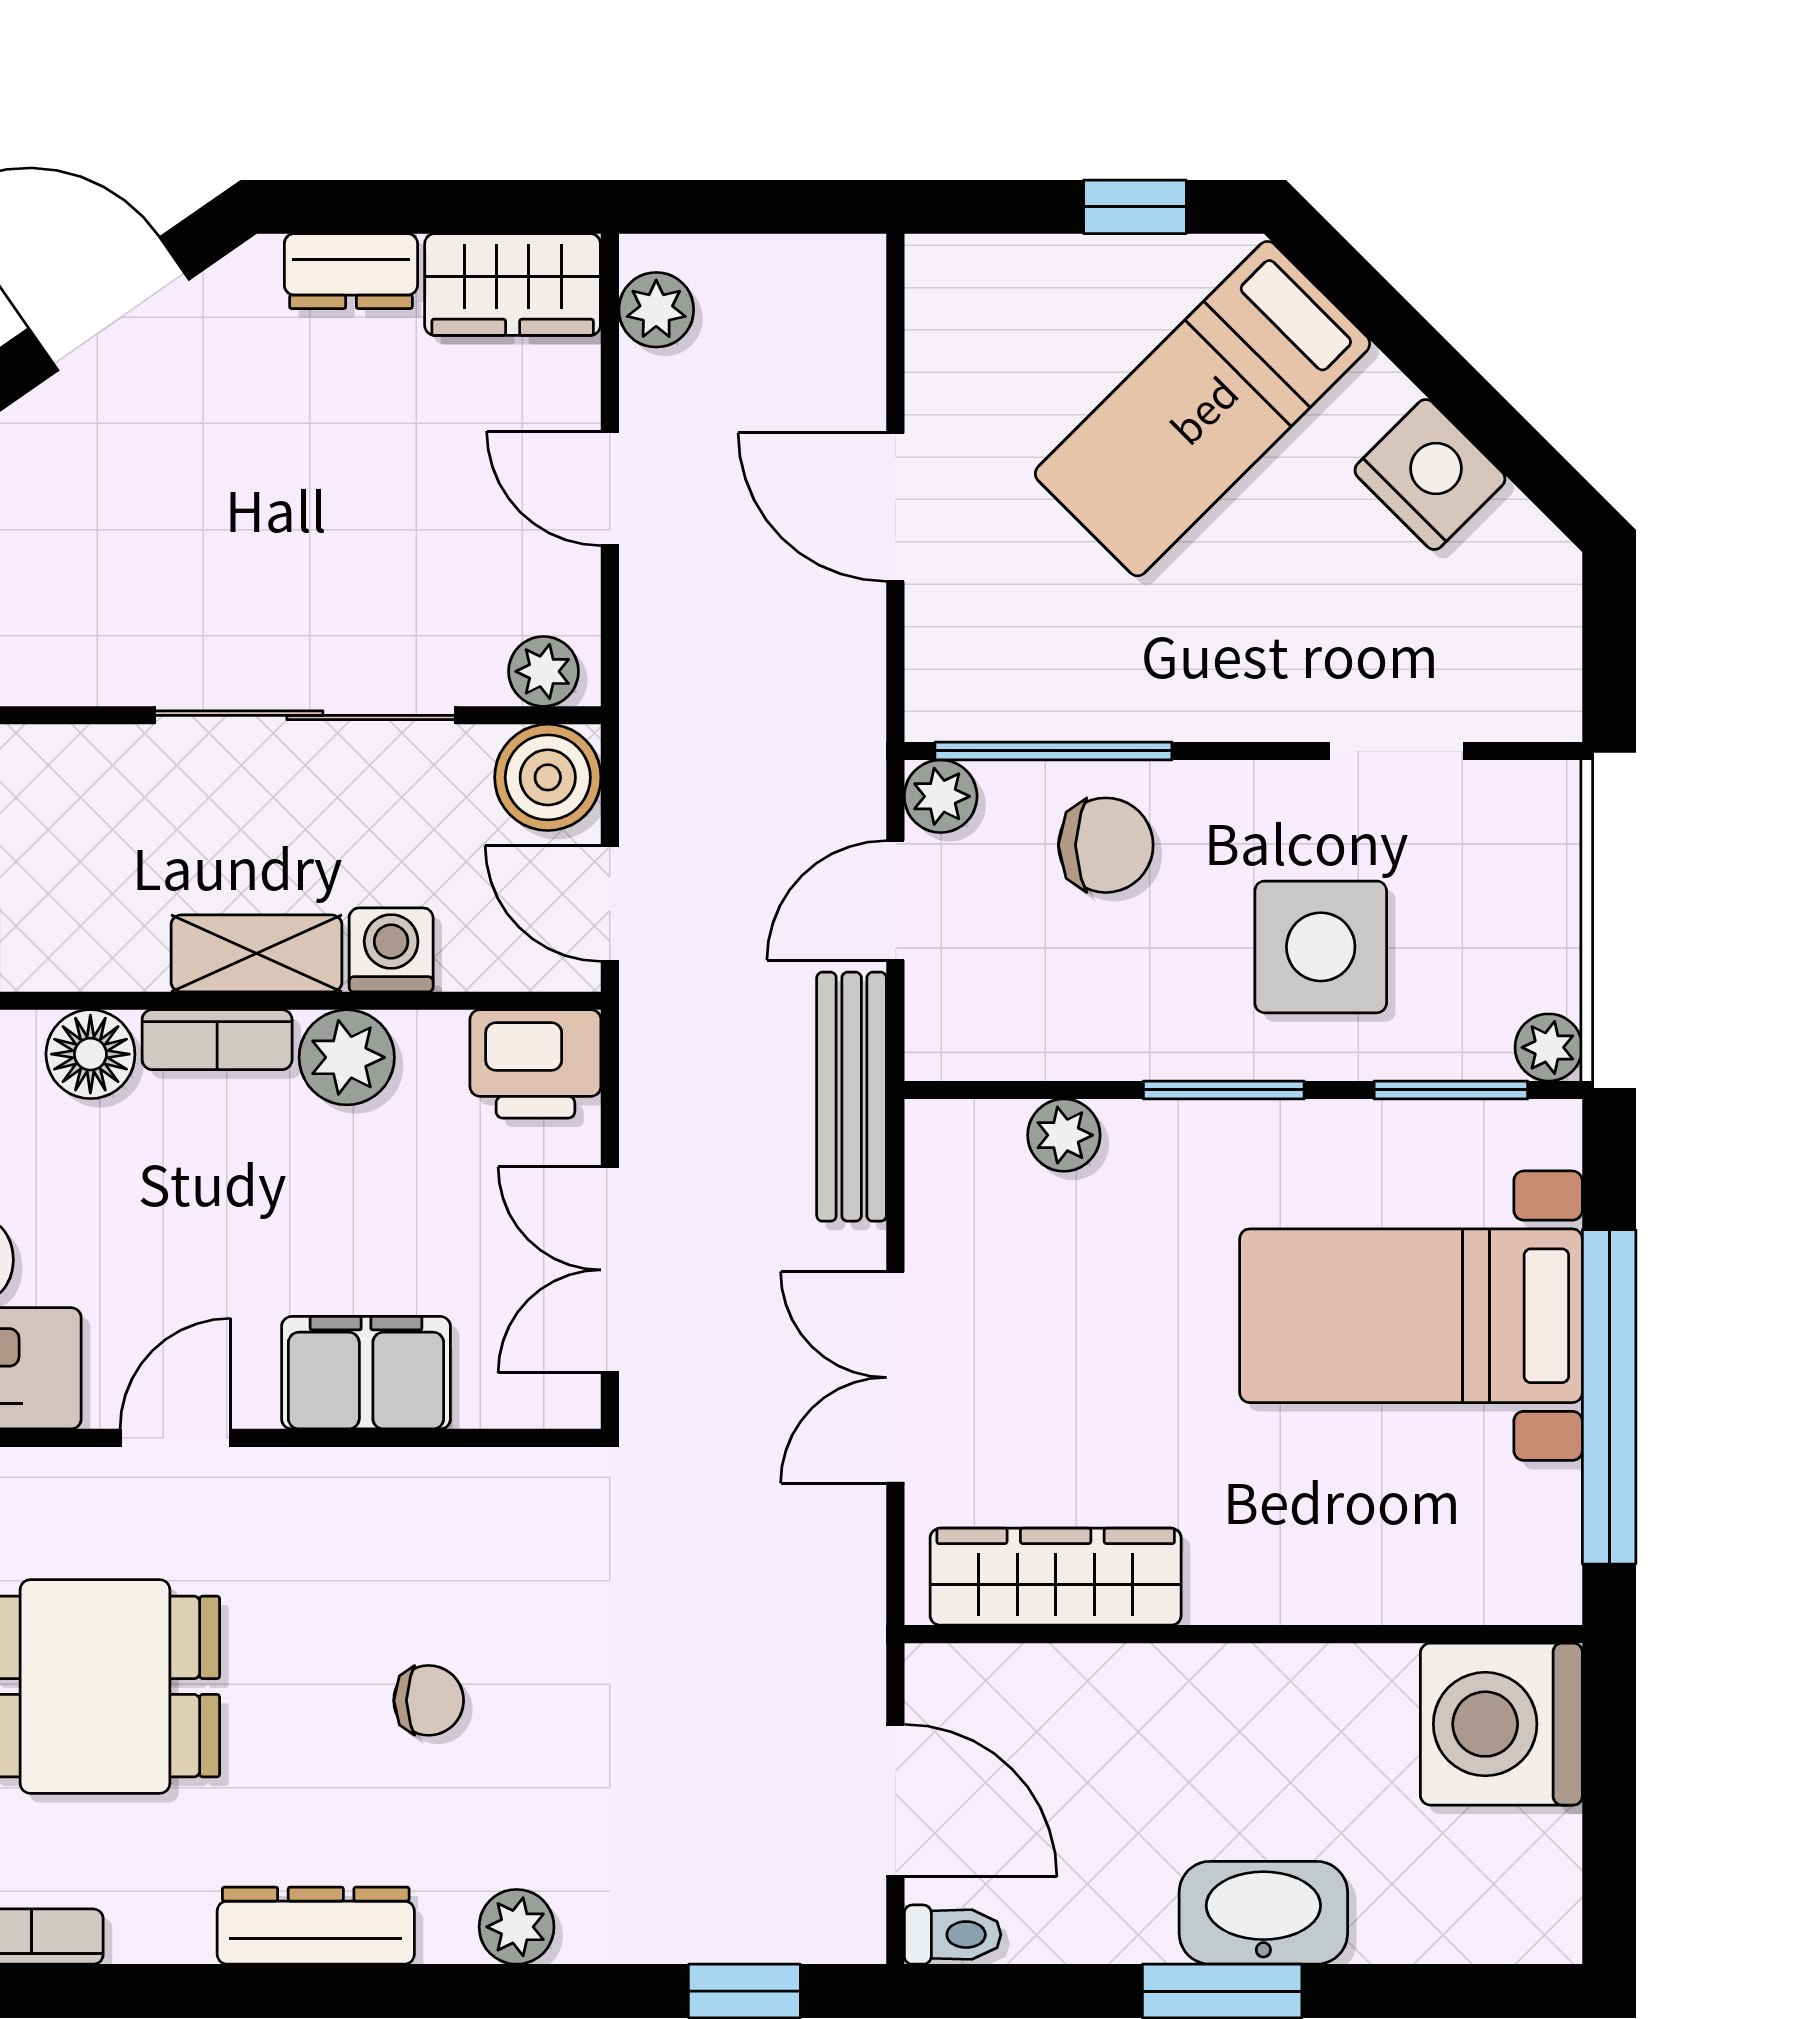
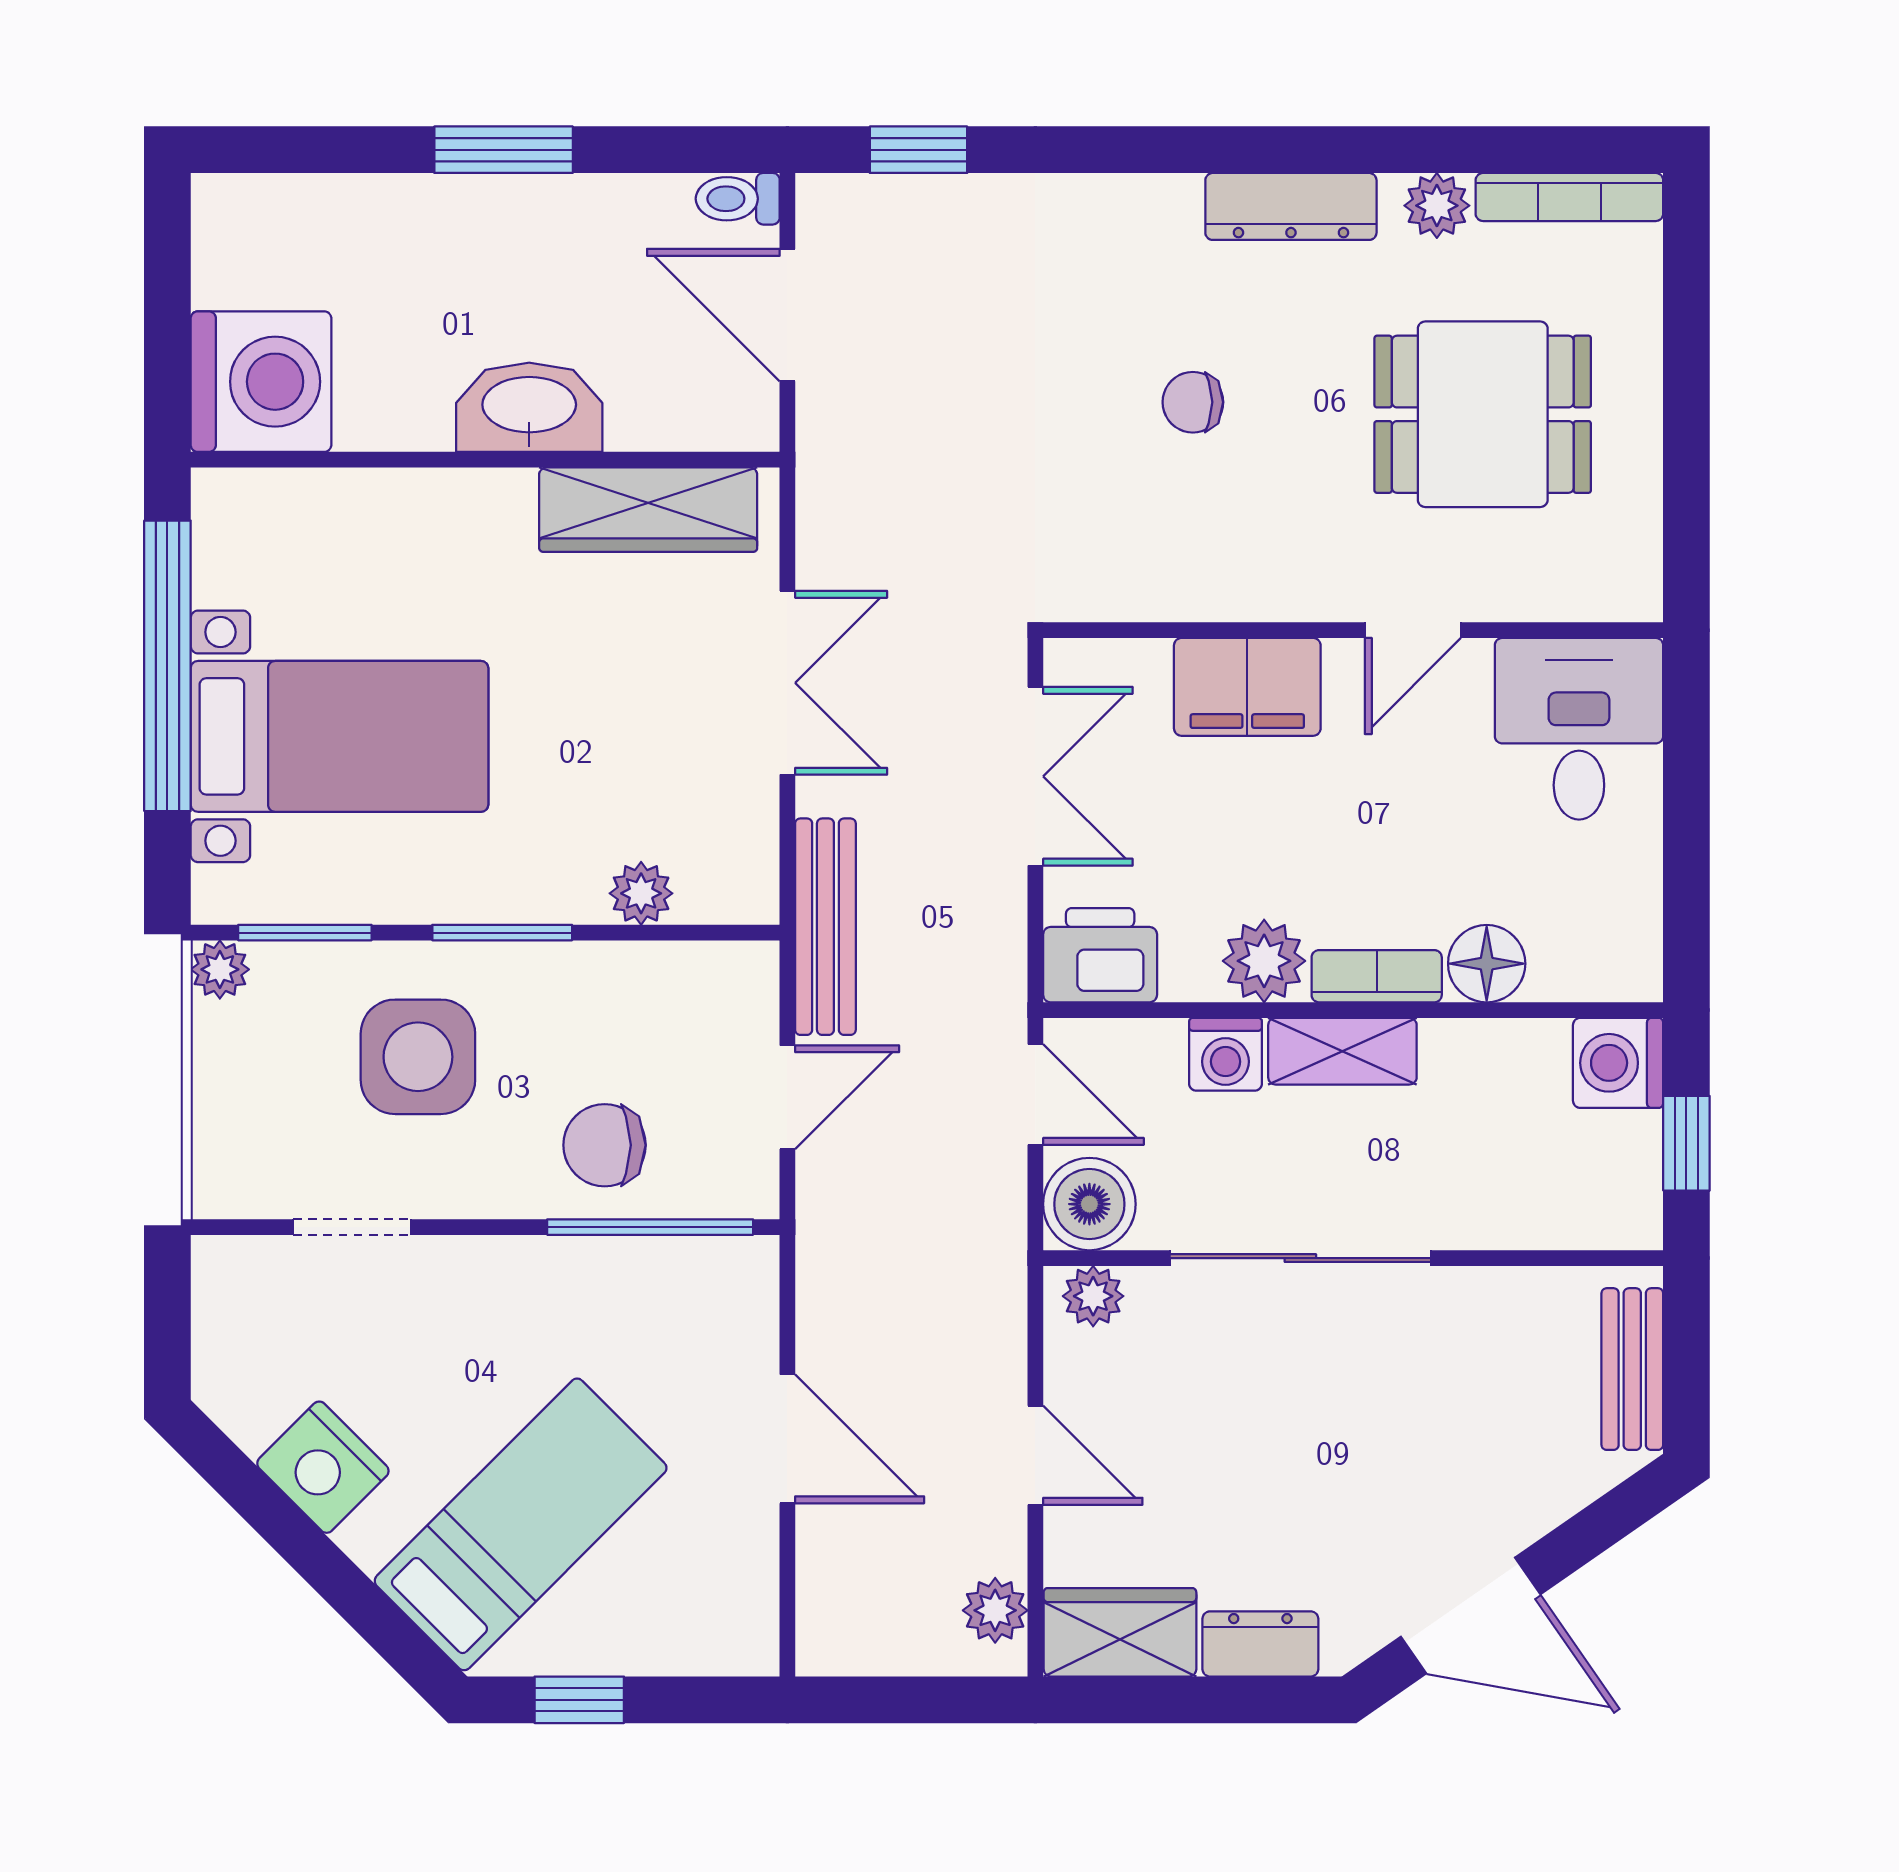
plant: (941, 796) -> (748, 1188), removed
washbasin: (1263, 1913) -> (529, 407), moved, turned 180
plant: (517, 1927) -> (1437, 206), moved

